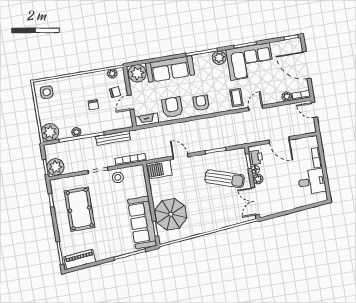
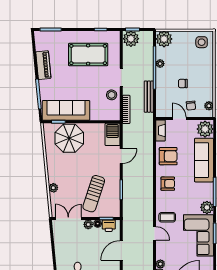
plant: (226, 222) -> (53, 188), added
piano: (80, 259) -> (43, 65), moved

